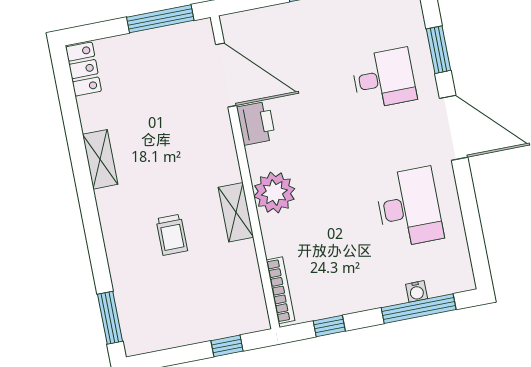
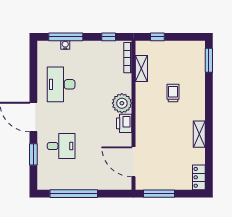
desk: (384, 78) -> (61, 146), turned 180
printer: (256, 123) -> (124, 123), moved
shelving: (236, 212) -> (141, 69), moved

